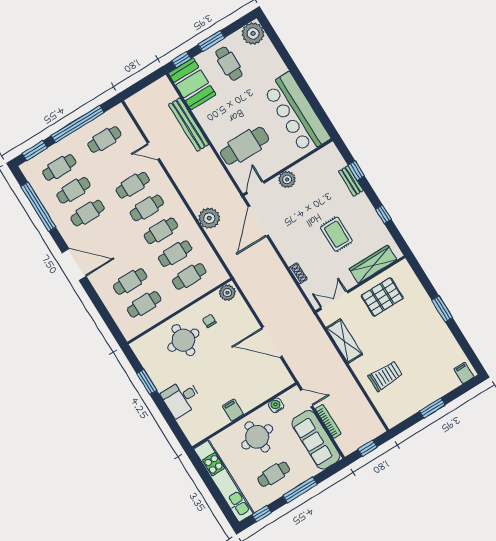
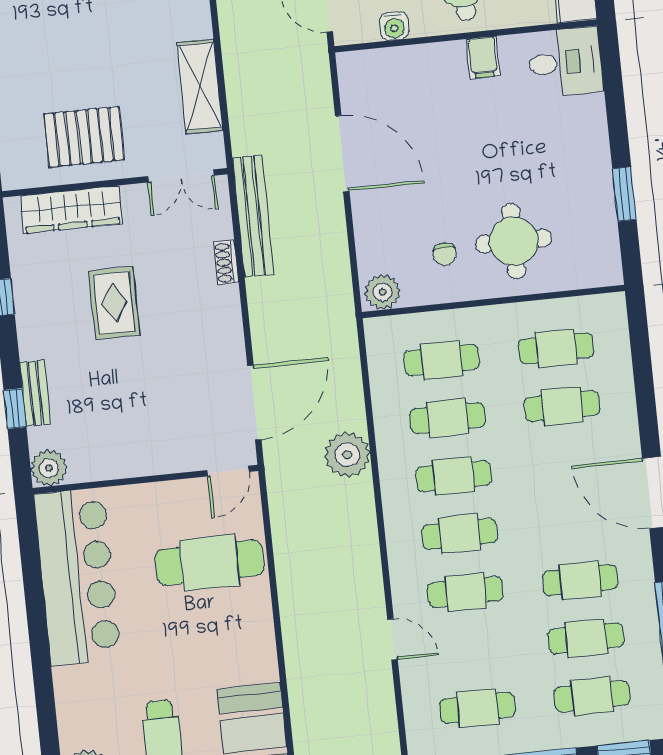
bench: (189, 125) -> (253, 216), moved
plant: (287, 179) -> (49, 468), moved
desk: (181, 398) -> (565, 62), moved

